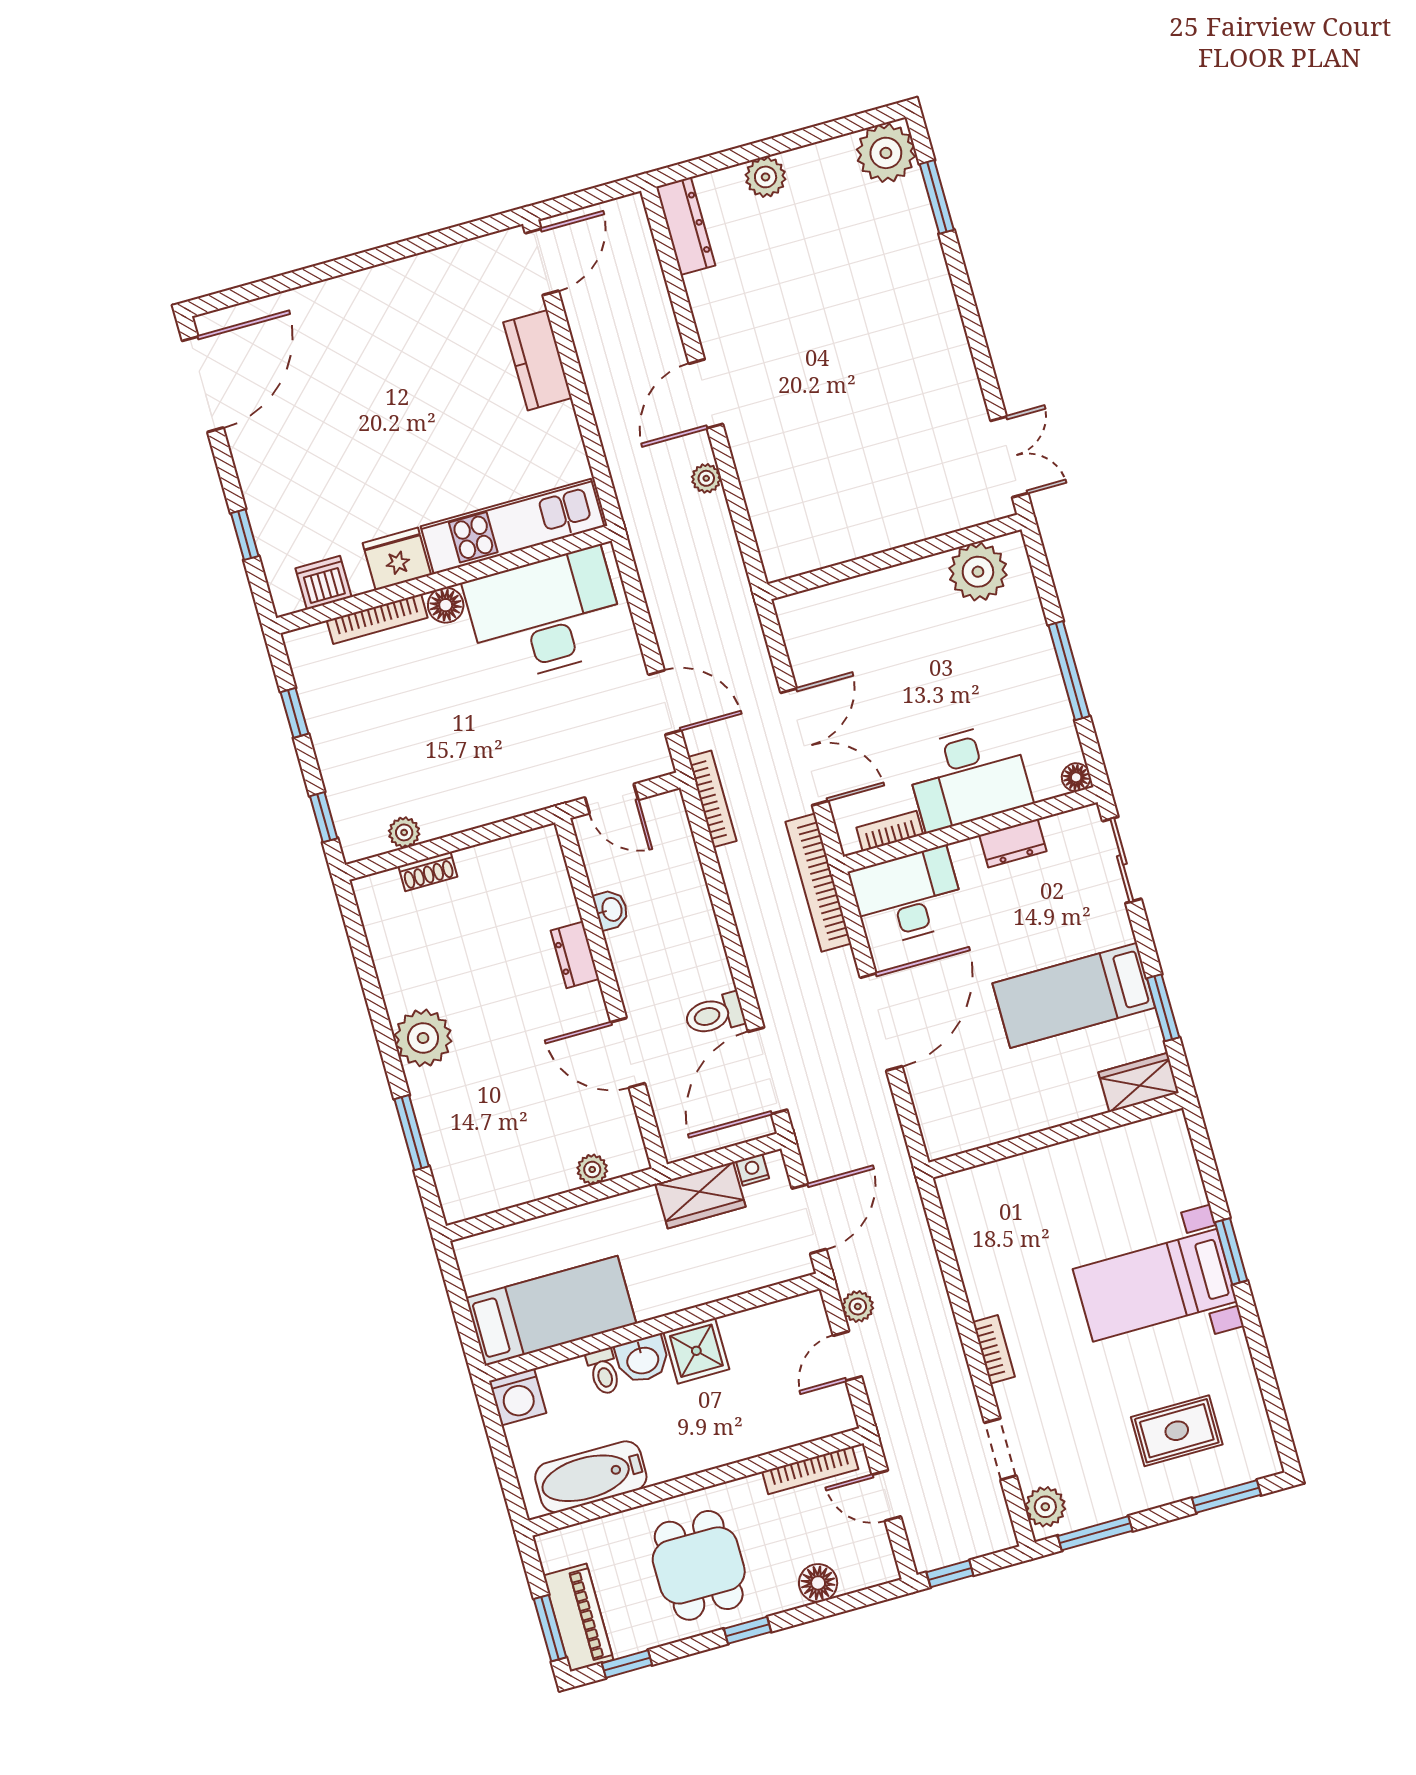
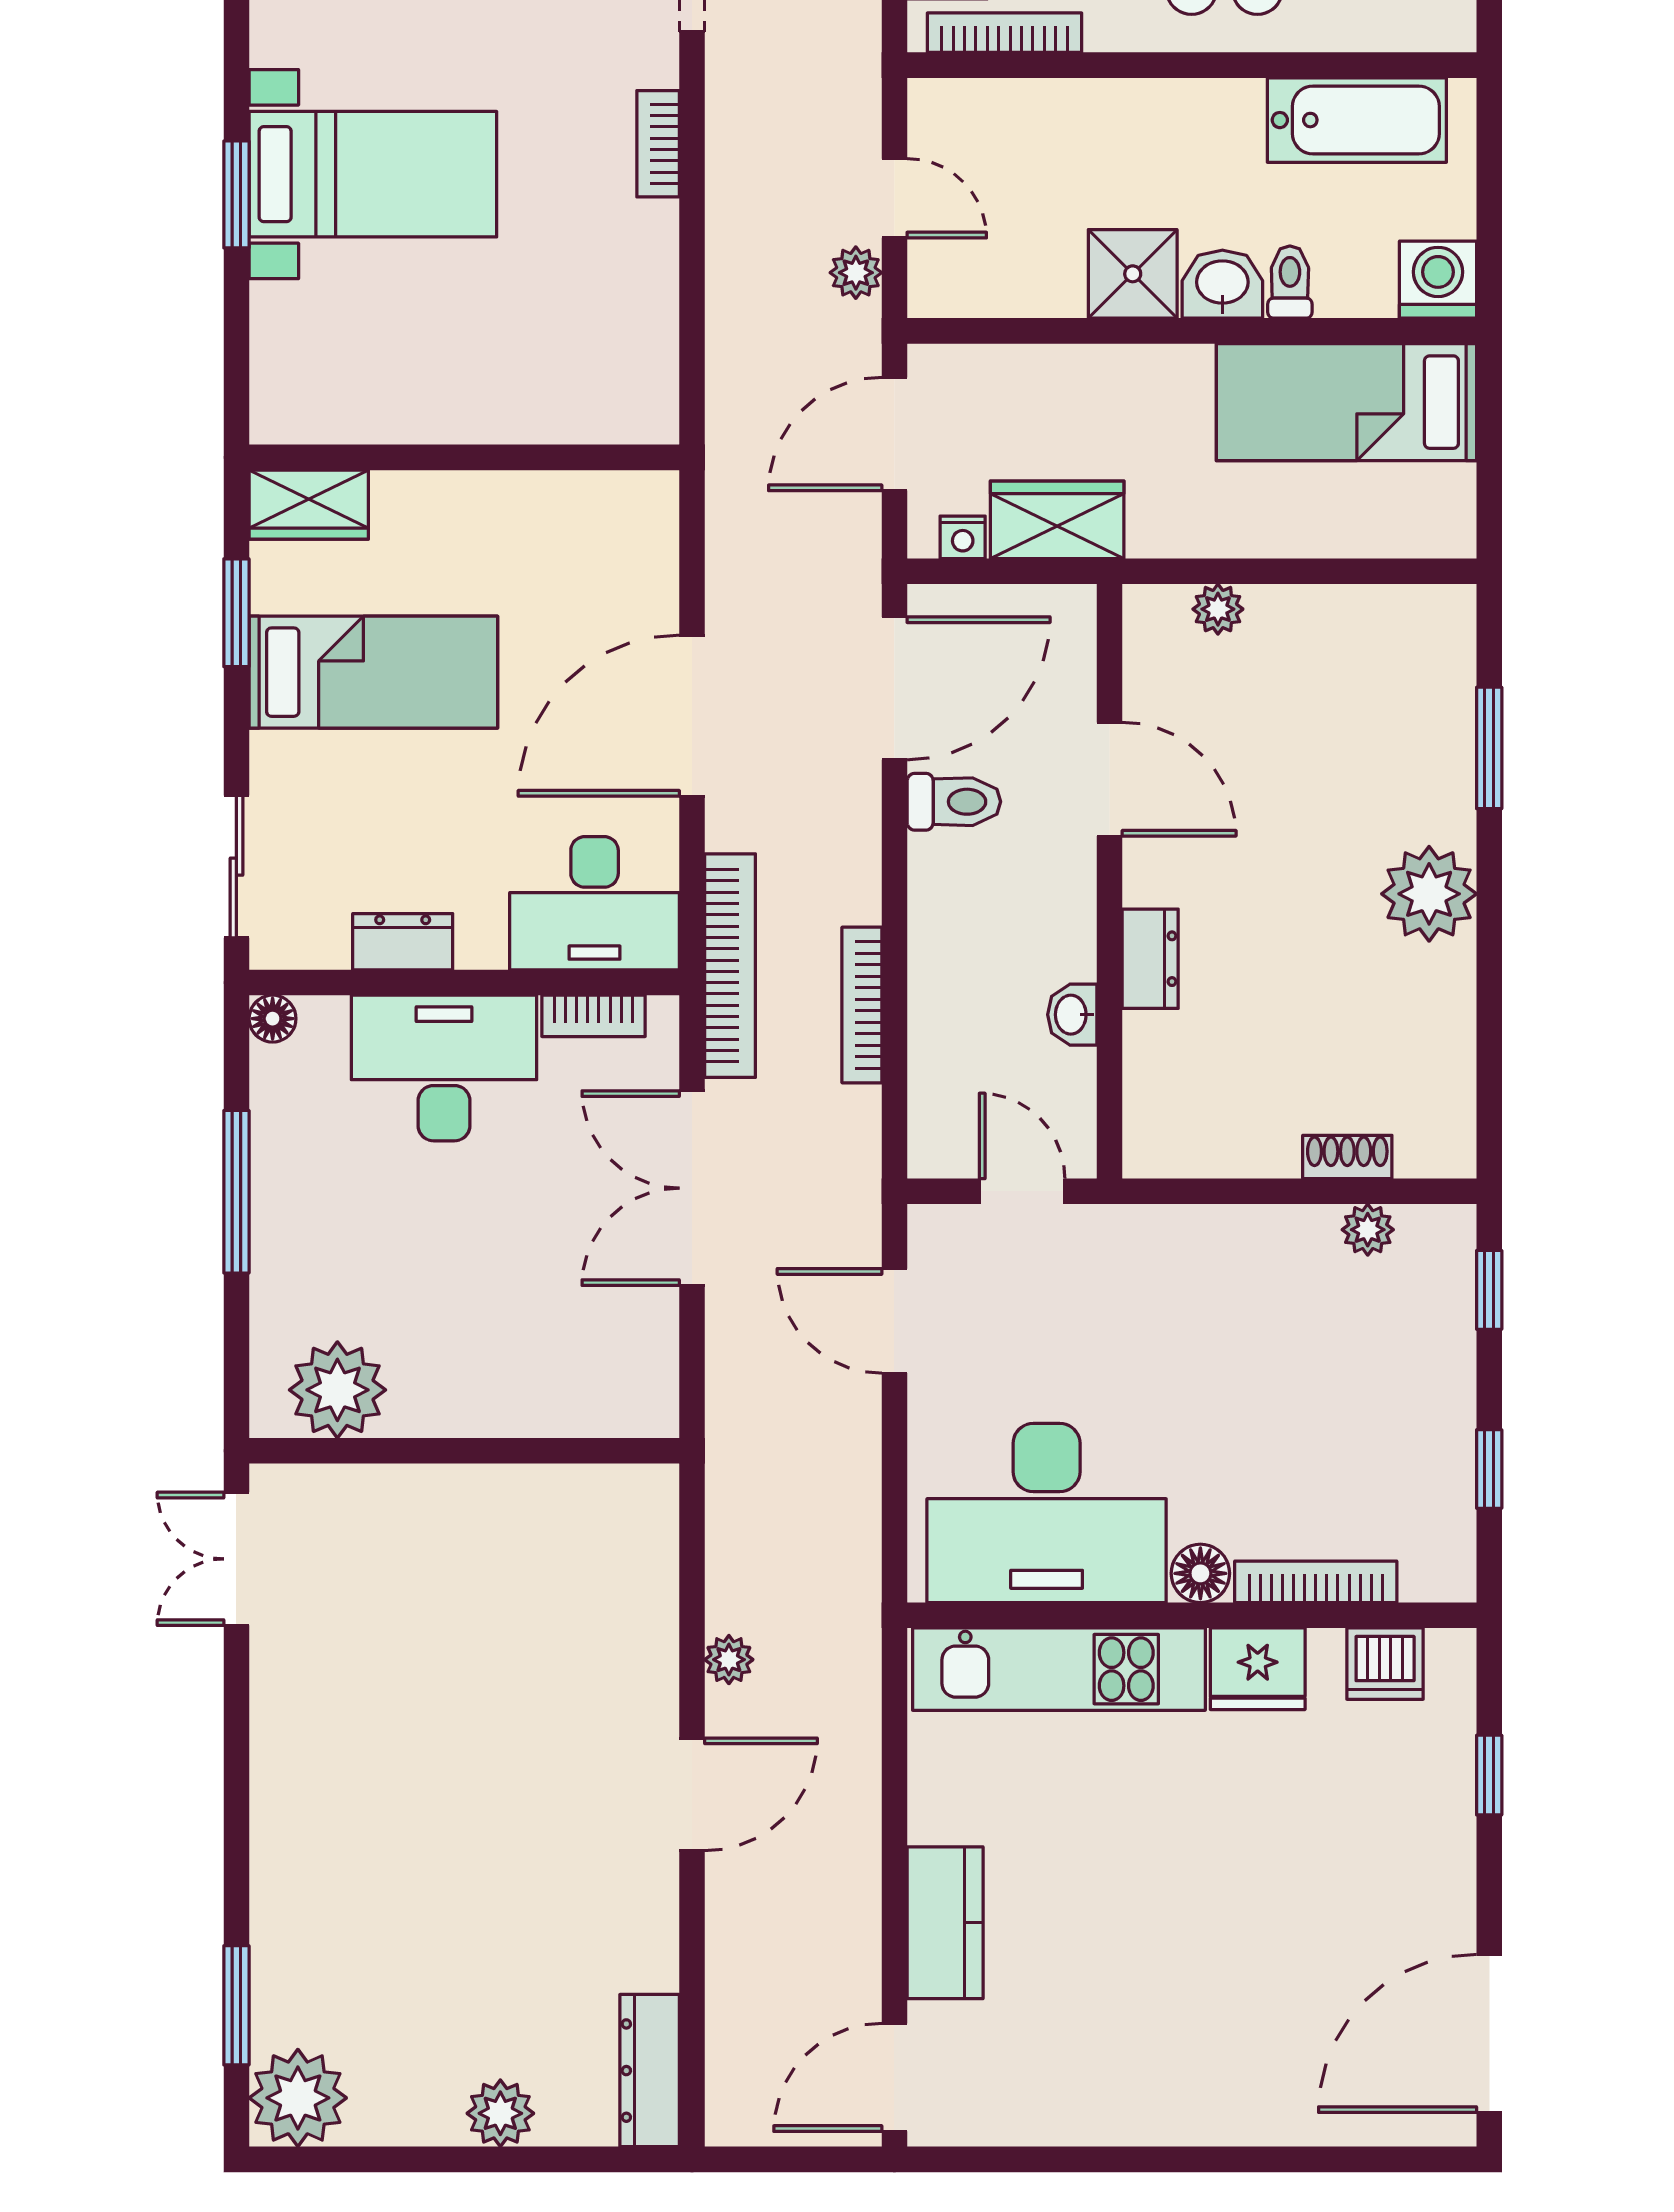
bookcase: (712, 799) -> (862, 1005), moved
door: (847, 1356) -> (894, 198), hinge flipped

